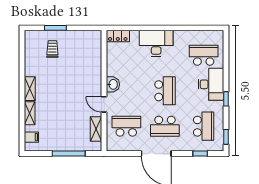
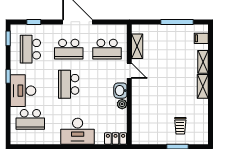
plant: (111, 71) -> (122, 104), added
school desk: (165, 126) -> (69, 49), turned 180
window: (69, 154) -> (177, 22), moved

